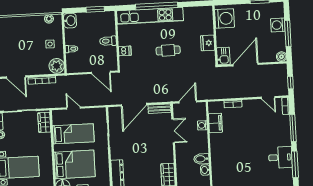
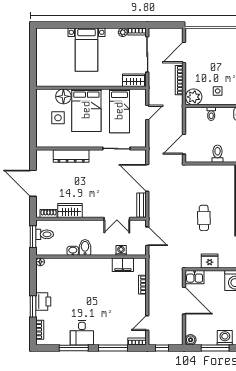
dishwasher: (125, 51) -> (206, 171), removed

